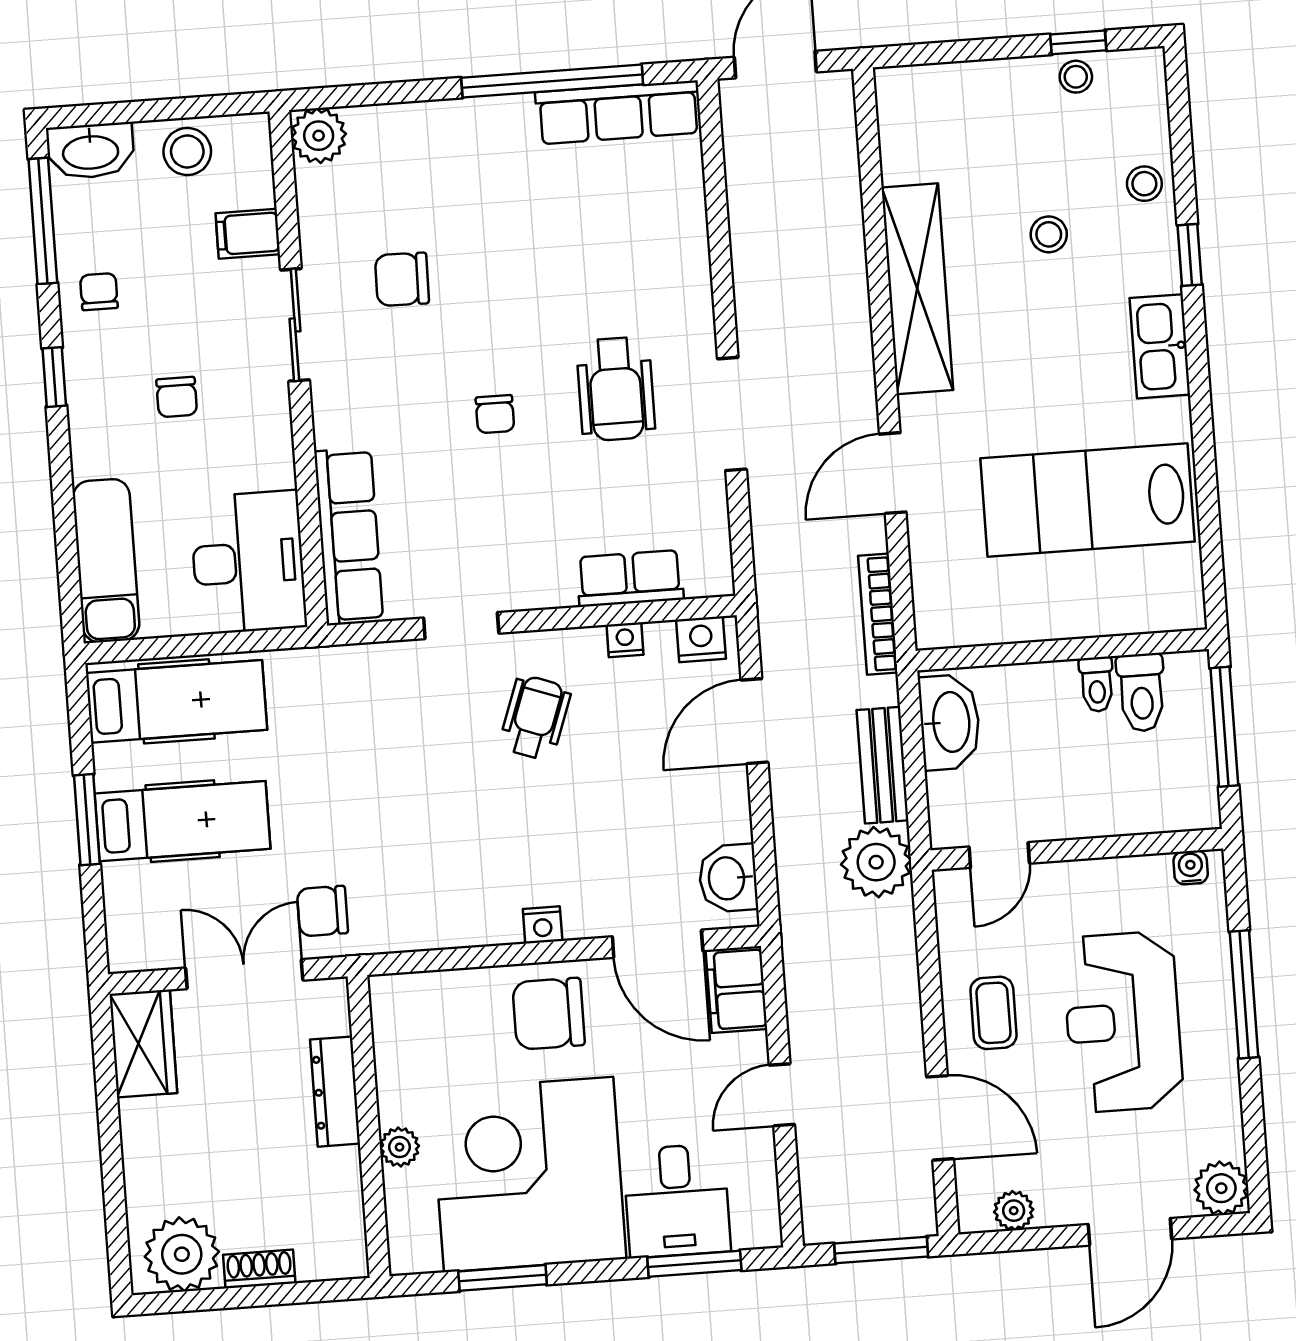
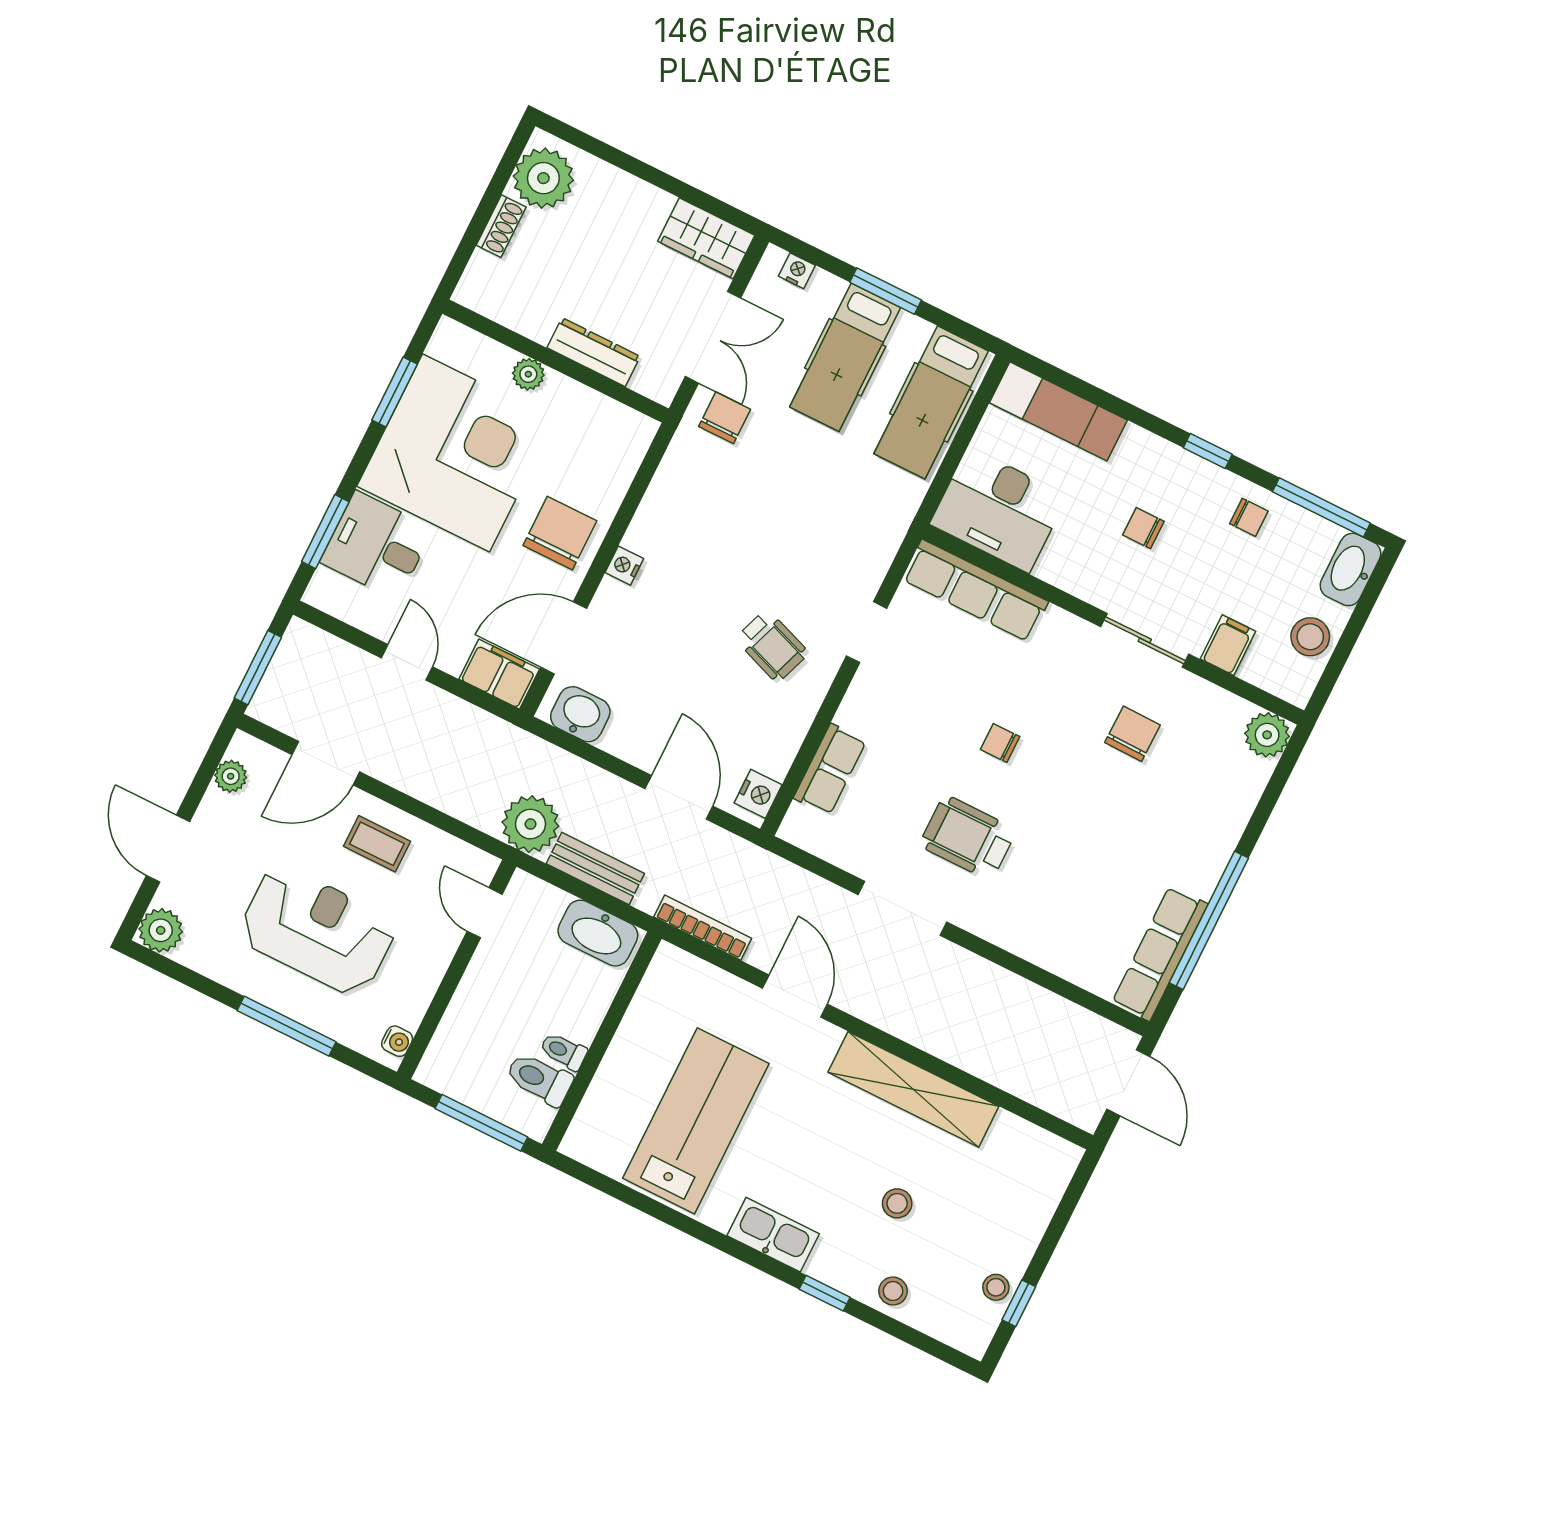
nightstand: (625, 640) -> (797, 271), moved, turned -90

